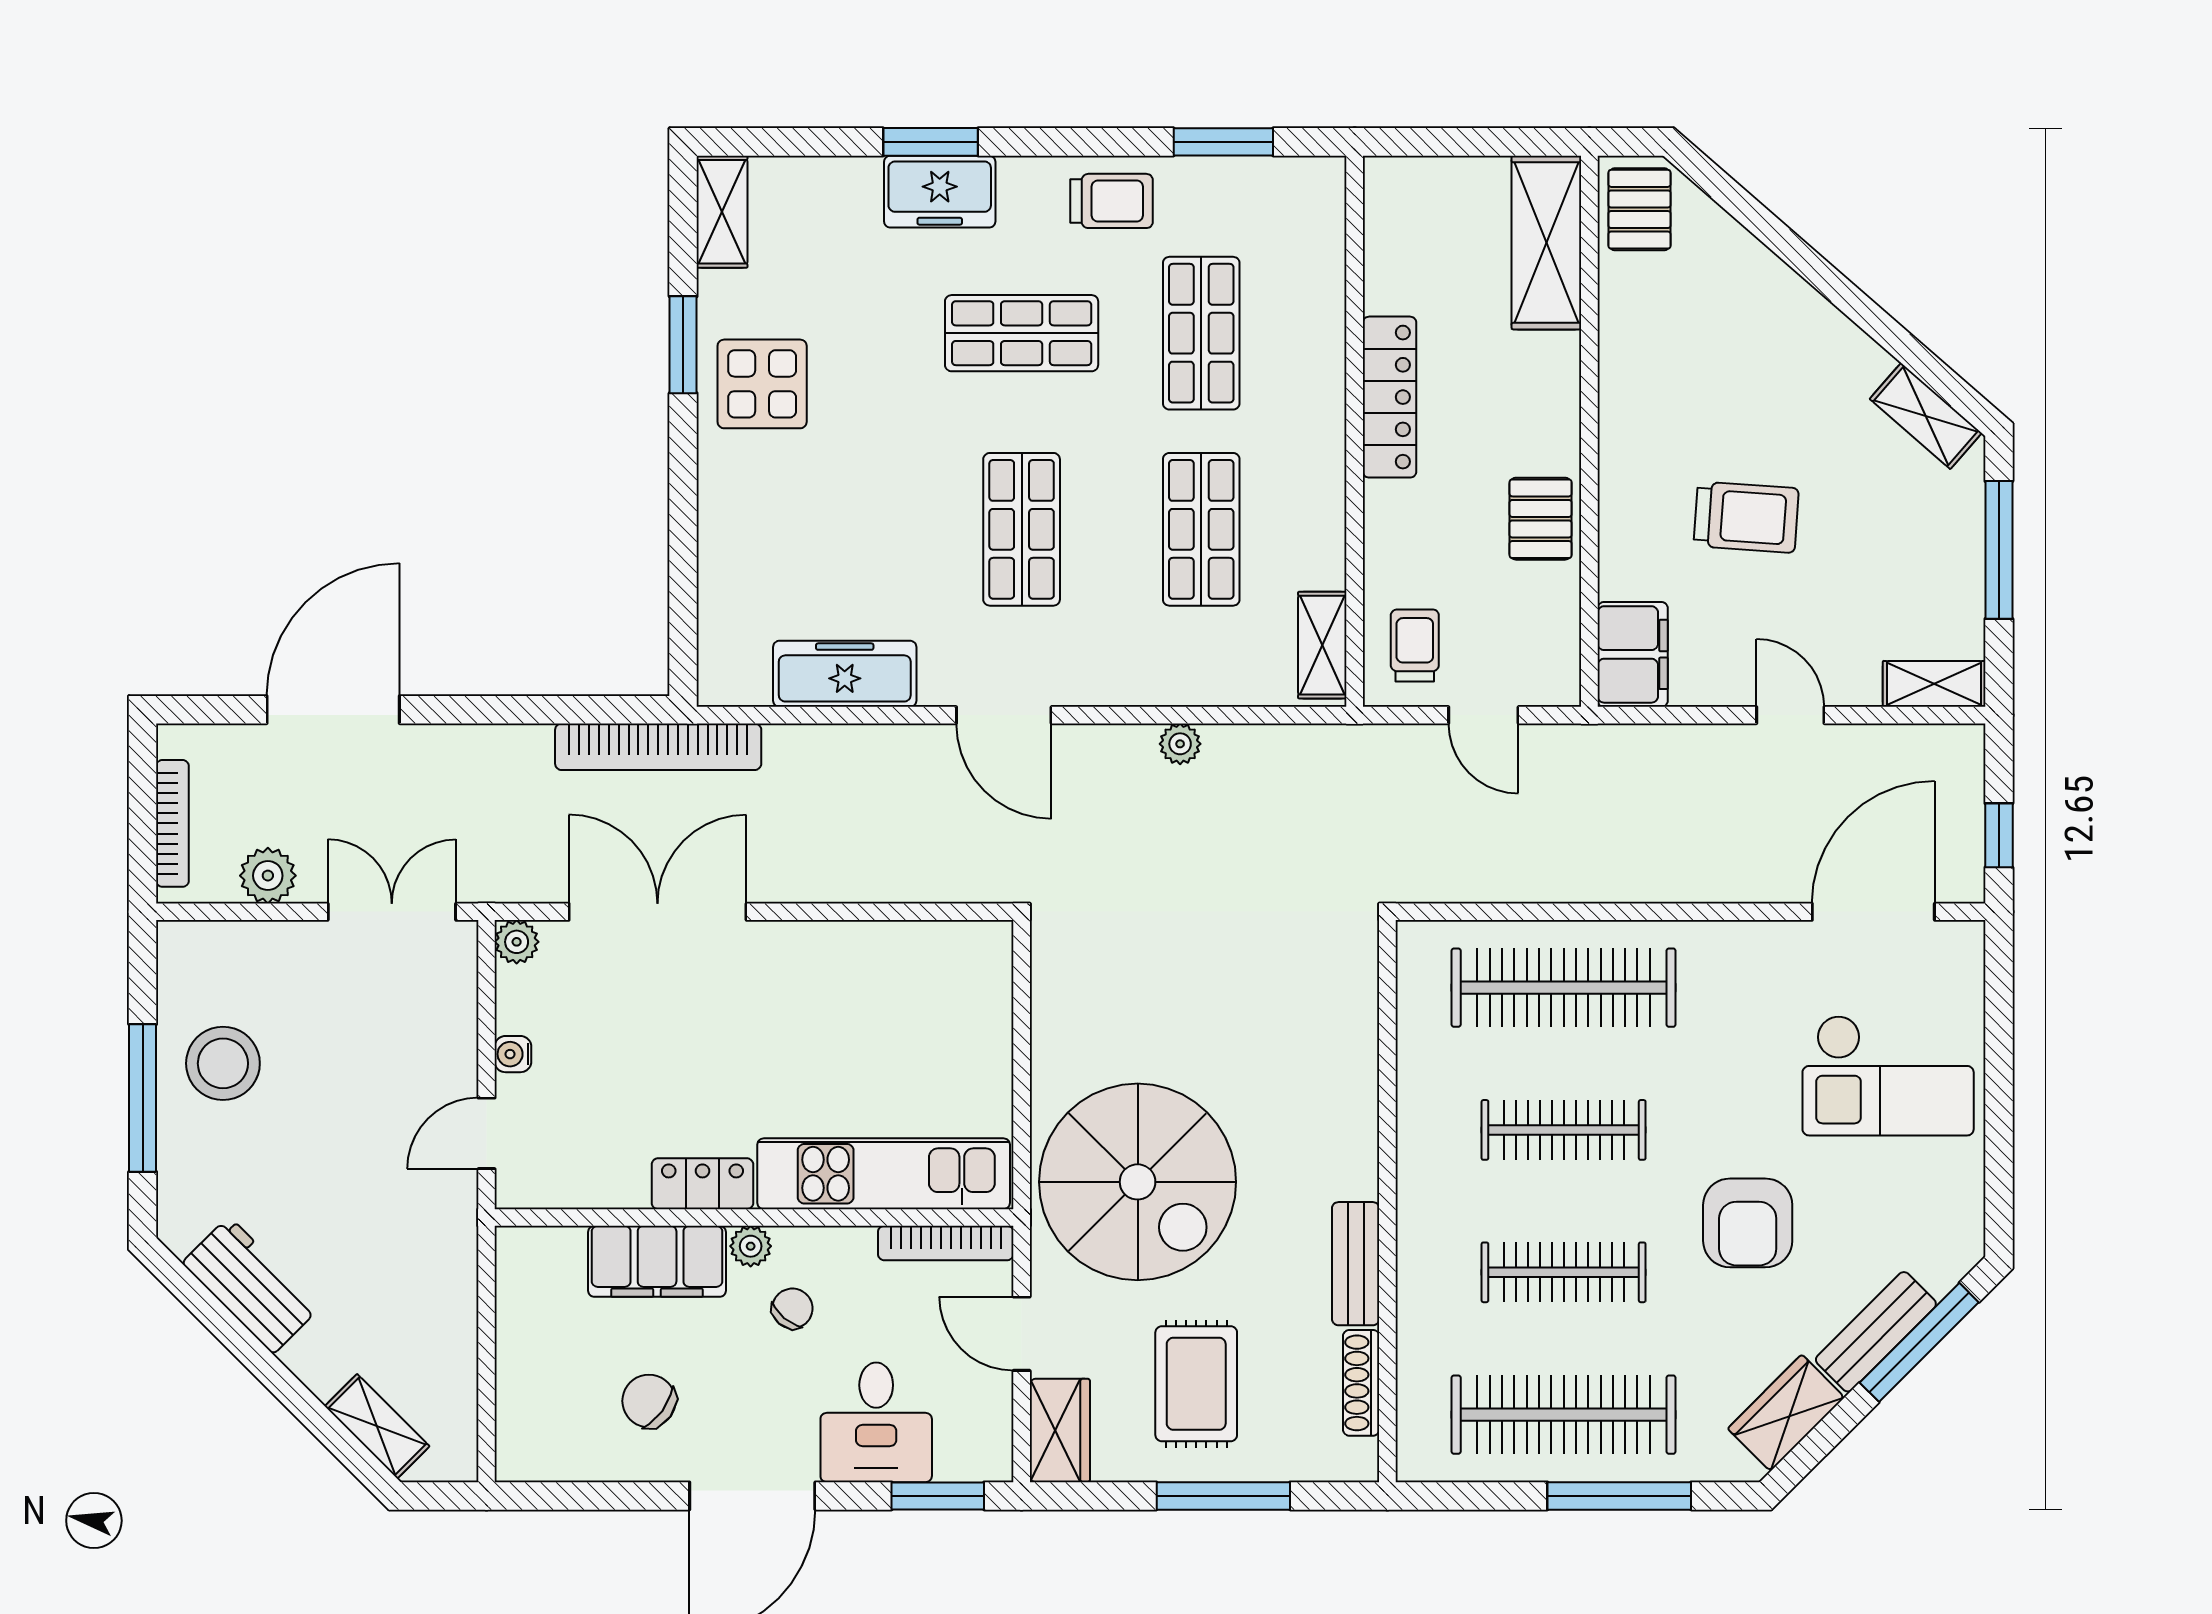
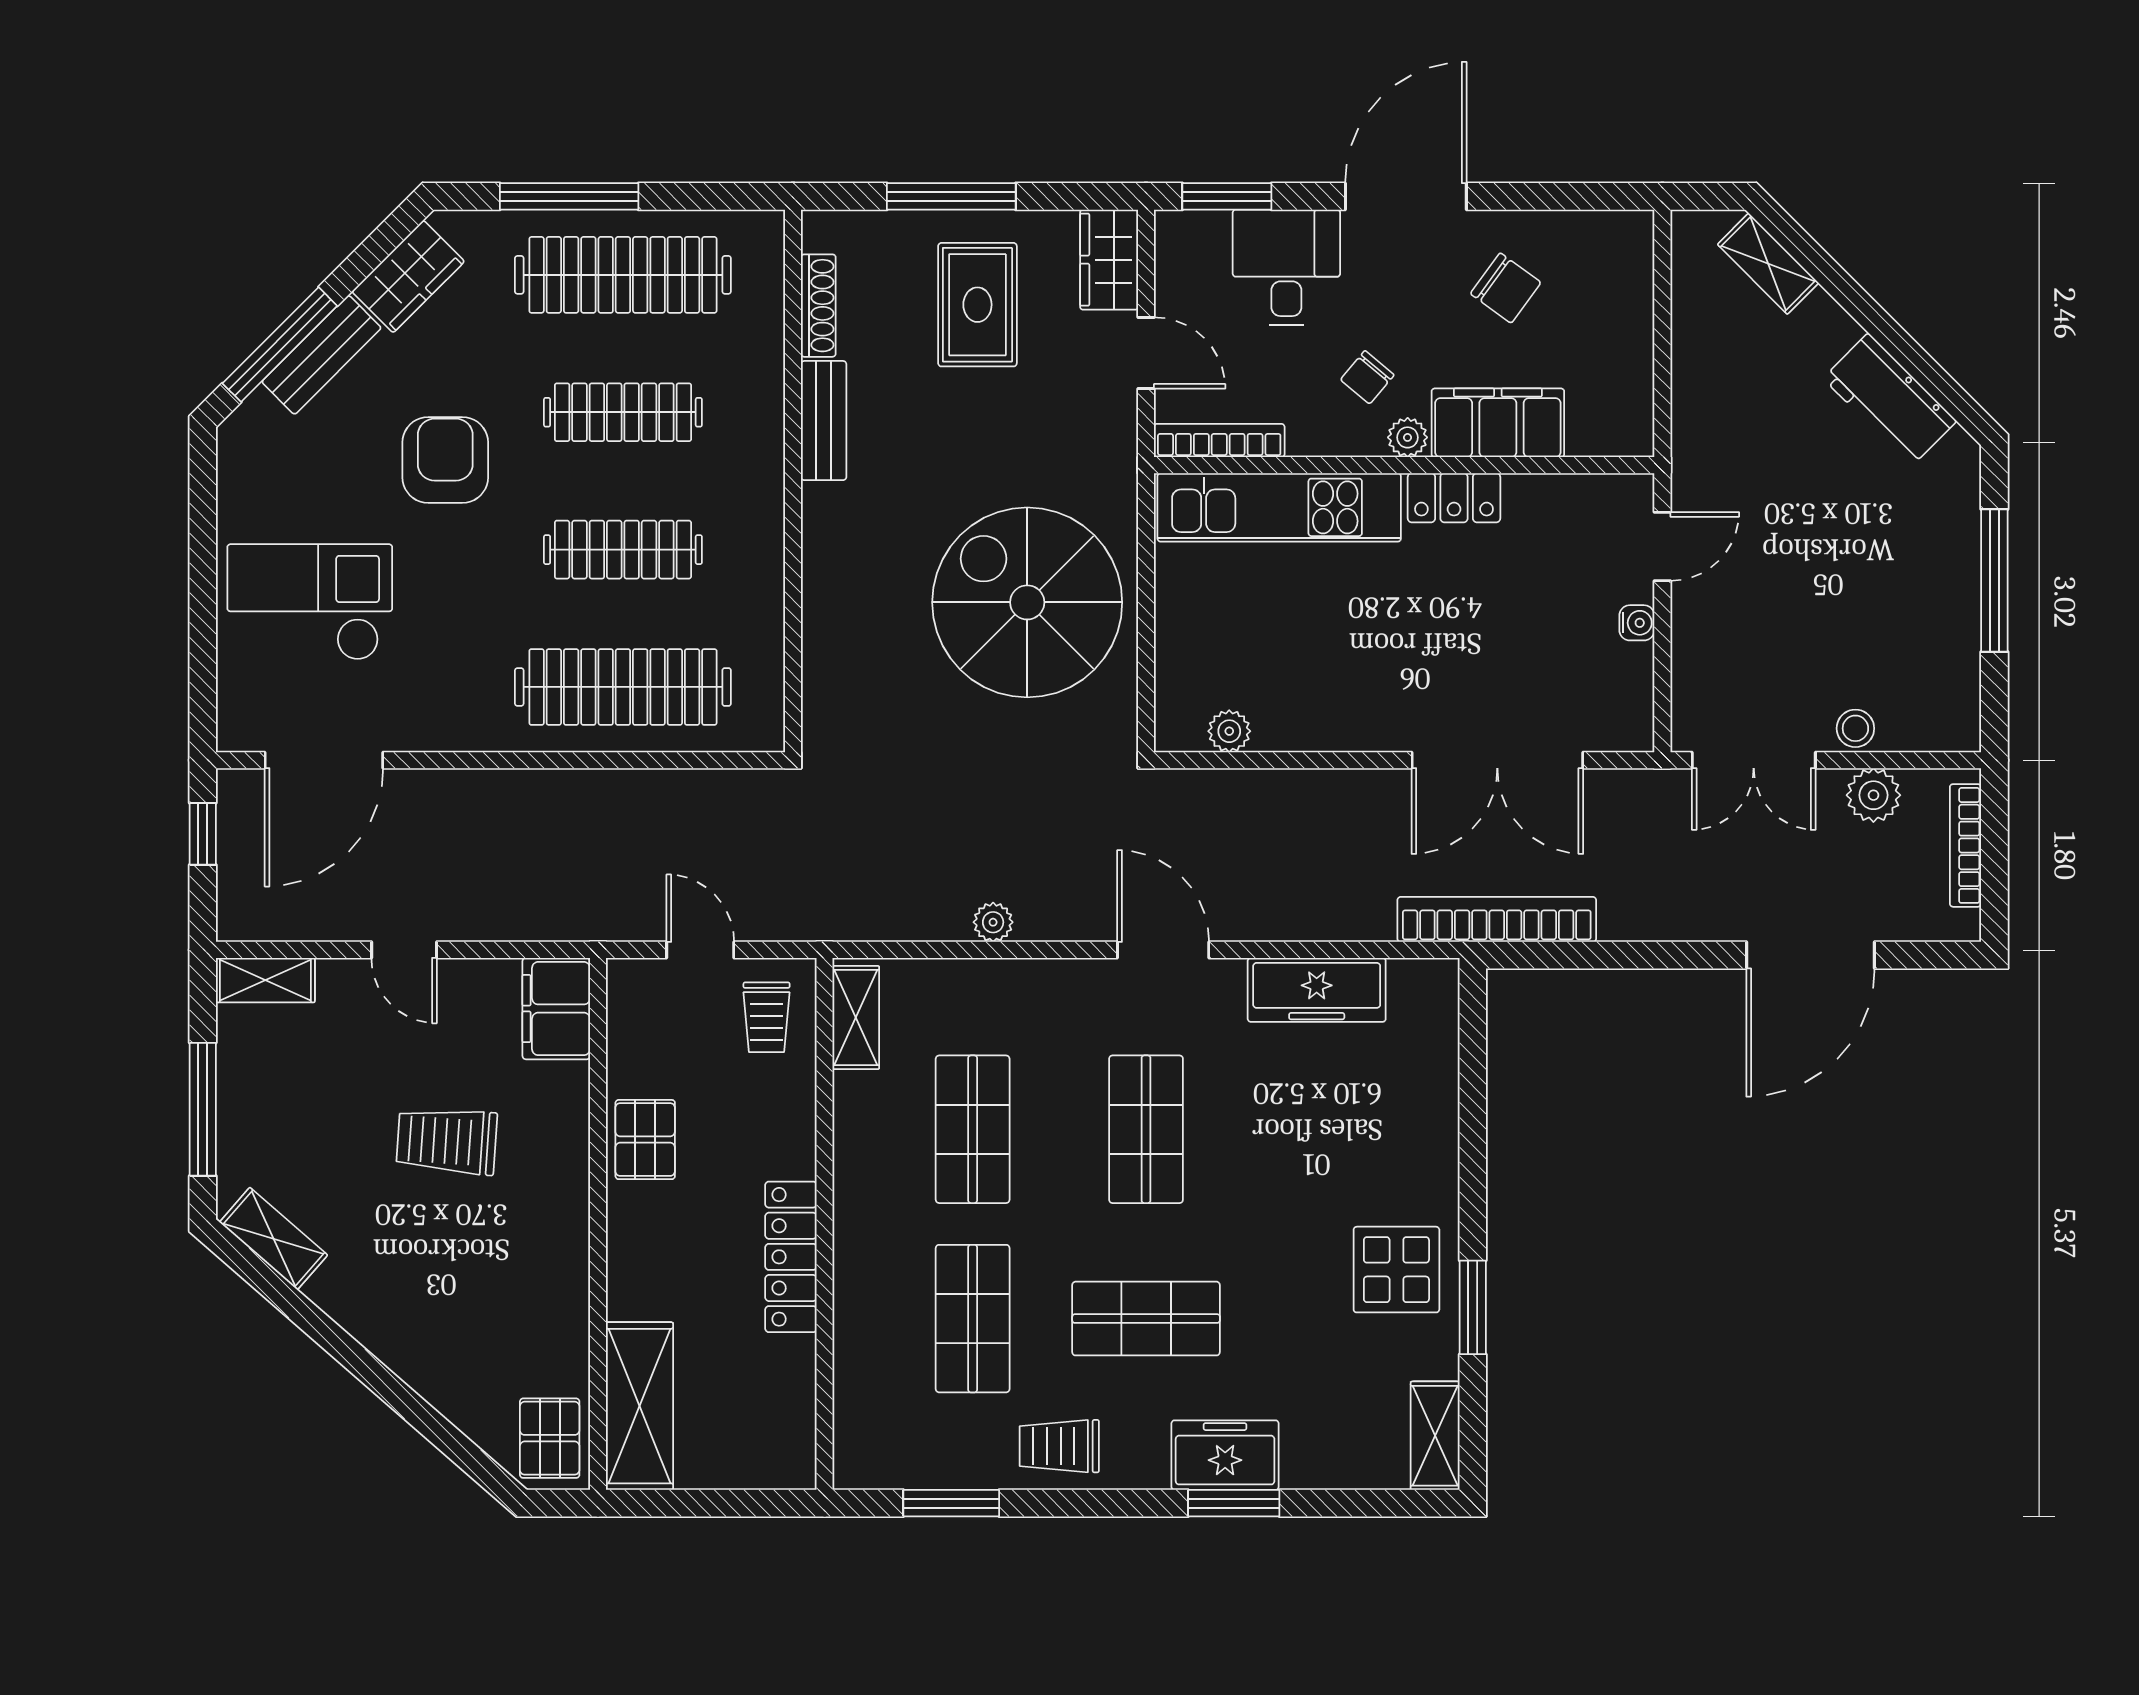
plant: (517, 942) -> (1229, 731), moved
stool: (223, 1063) -> (1855, 728), moved, width x0.53, depth x0.53
spiral stairs: (1138, 1182) -> (1027, 602), moved

